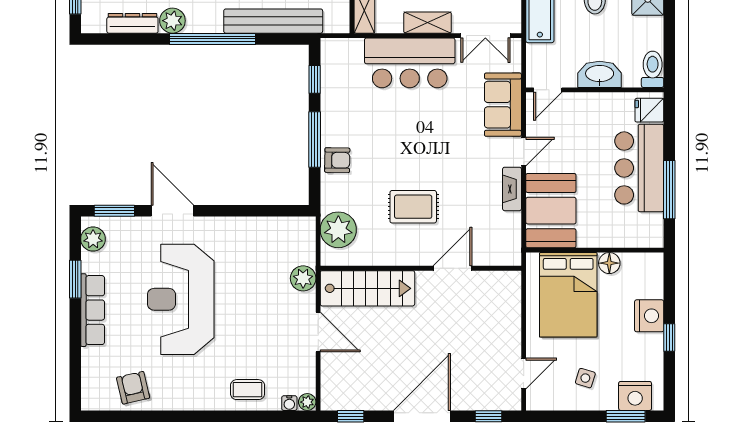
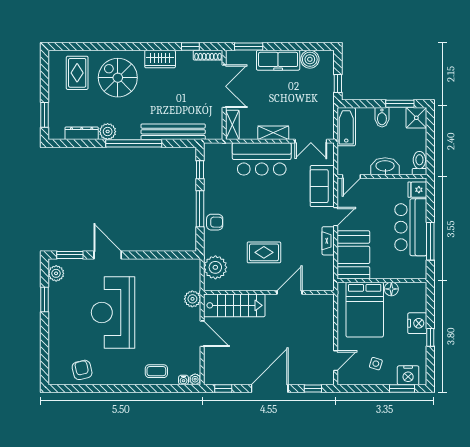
row of seats: (93, 310) -> (56, 319), removed

